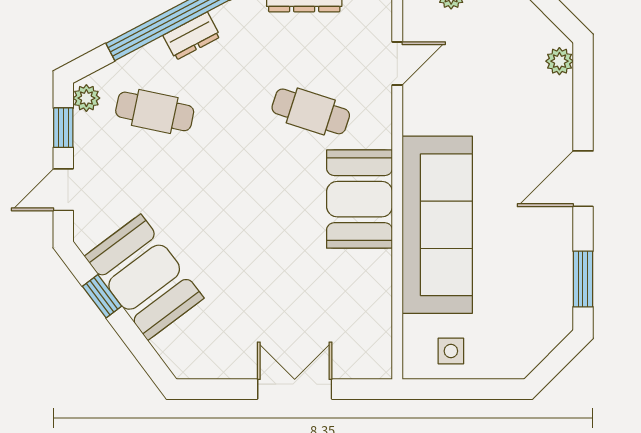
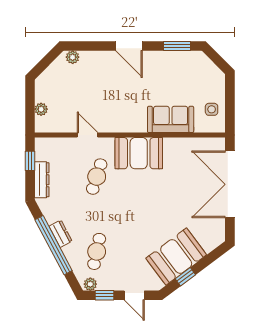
door: (397, 63) -> (88, 135), moved
sofa: (437, 225) -> (171, 119), width x0.54, depth x0.79
double door: (295, 389) -> (230, 184), width x1.87

